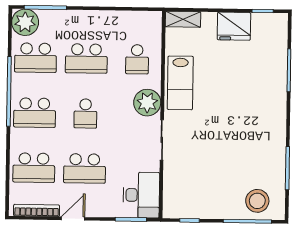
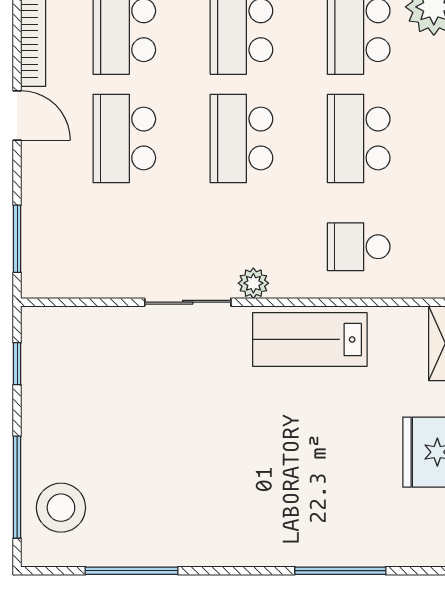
plant: (147, 103) -> (253, 283), width x0.53, depth x0.53
school desk: (85, 113) -> (241, 138), width x1.85
desk: (141, 195) -> (69, 260), removed

